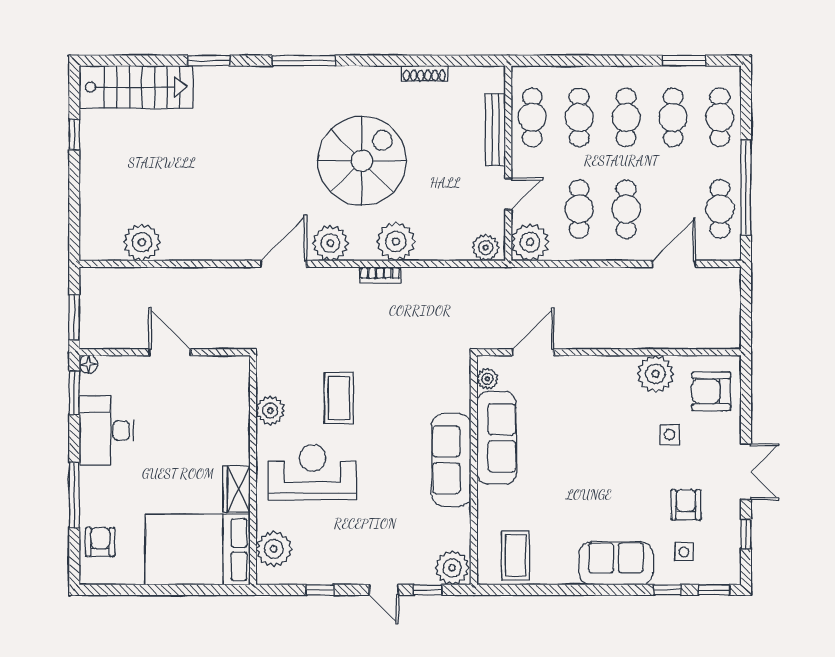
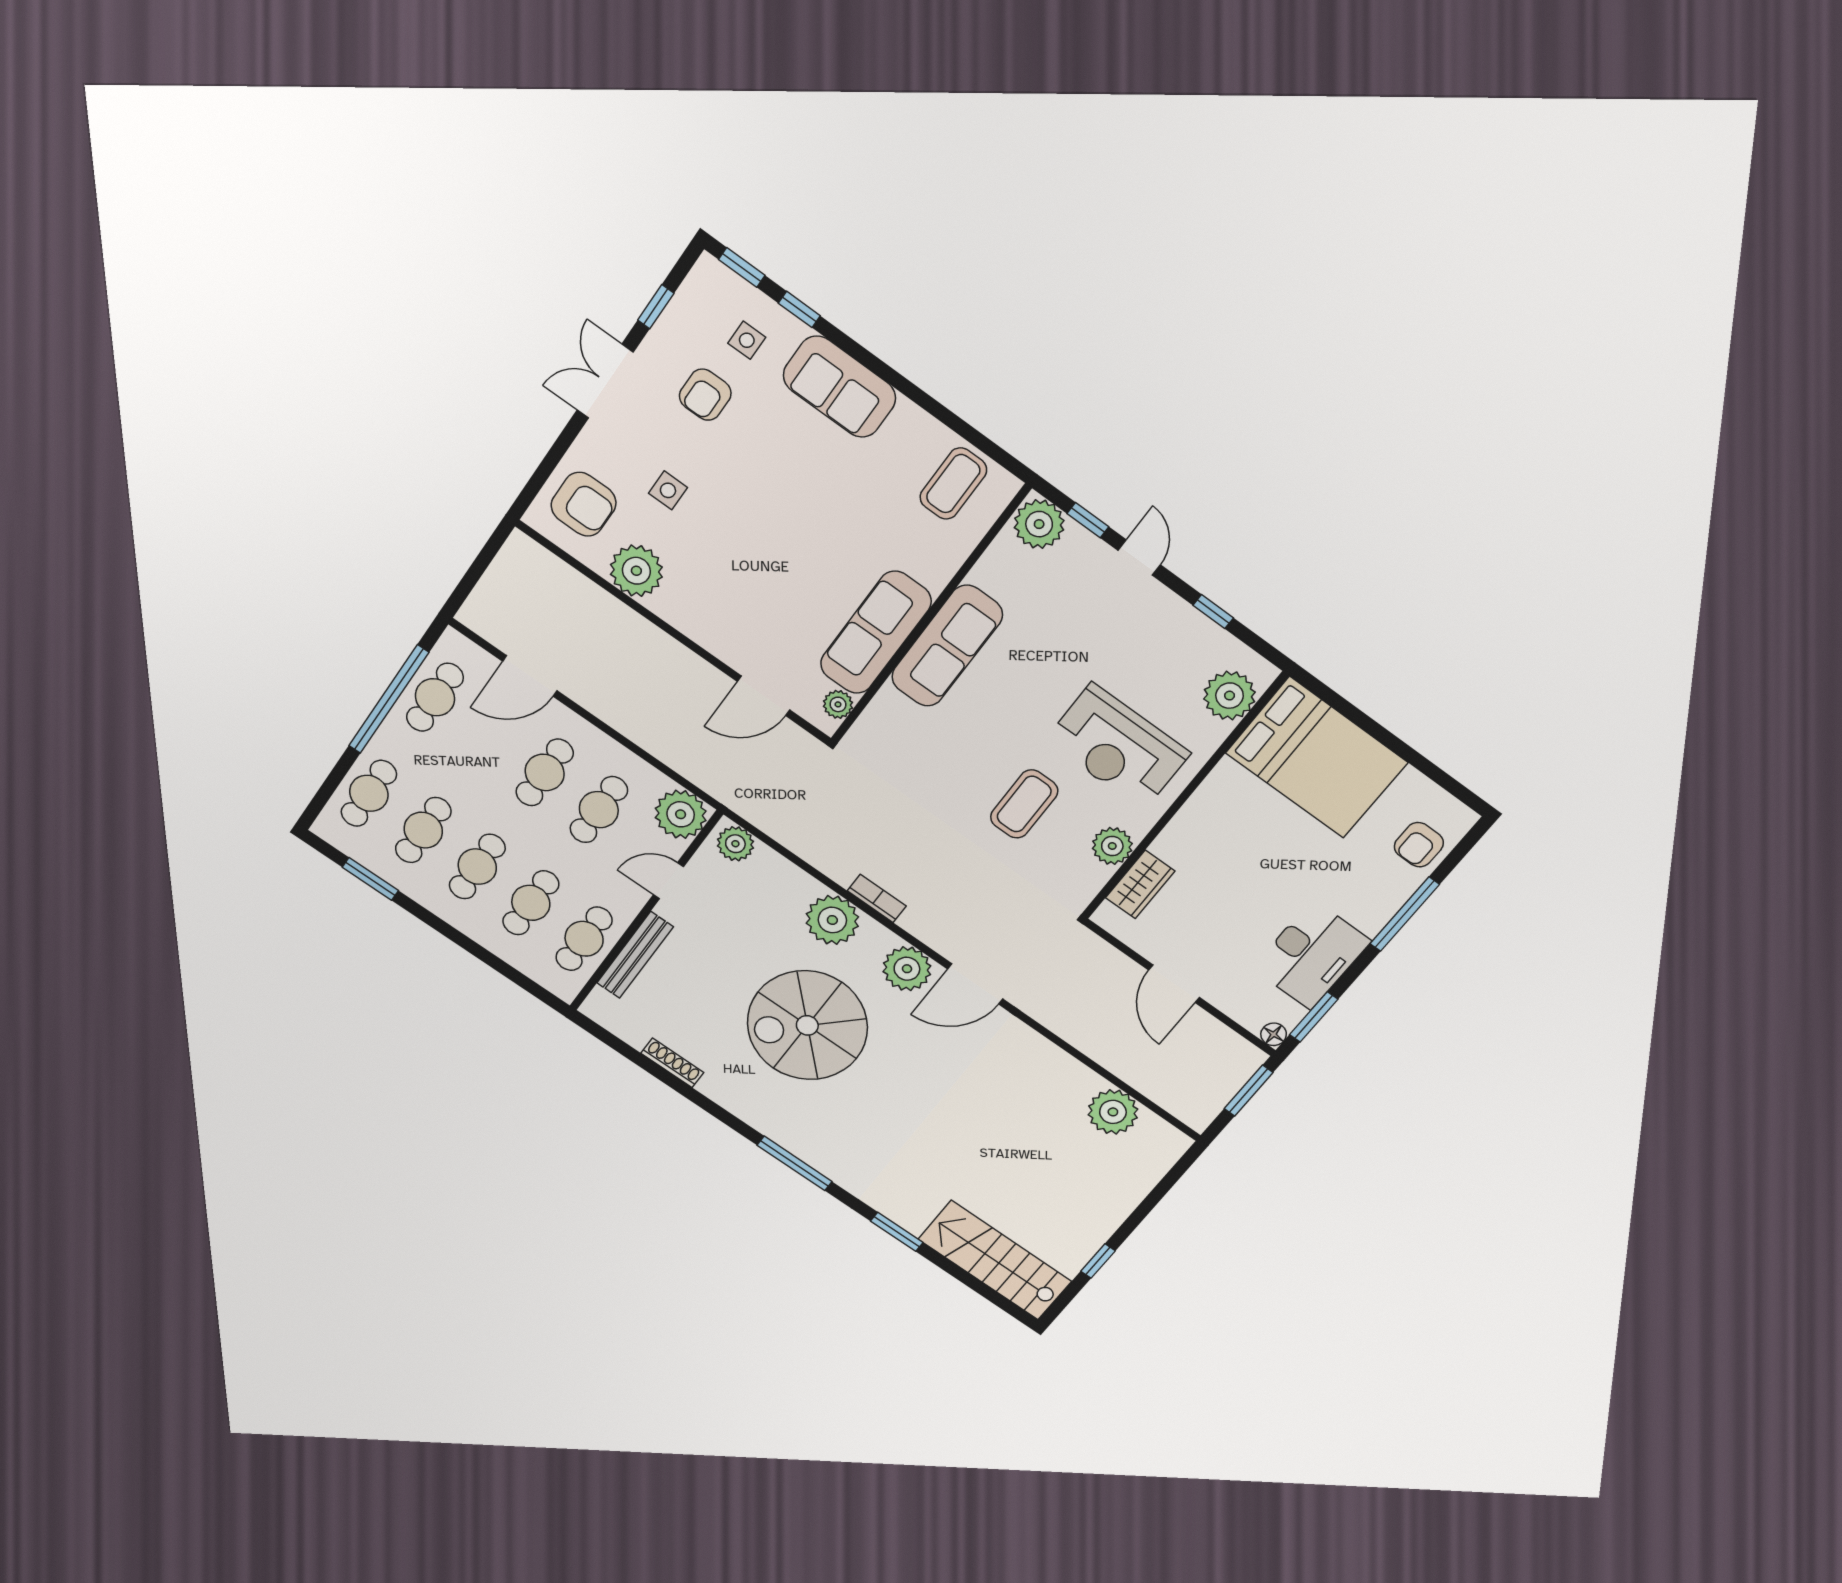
wardrobe: (237, 489) -> (1140, 884), moved

